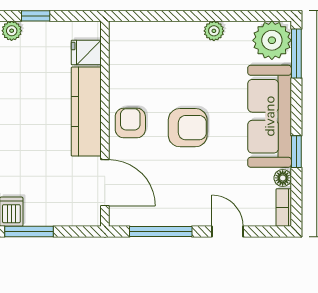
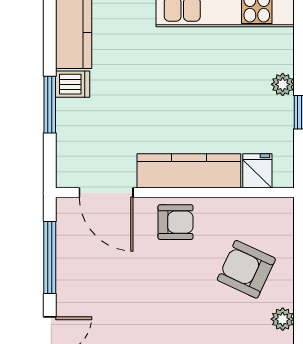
armchair: (188, 128) -> (246, 269), moved, turned 115
door: (105, 183) -> (106, 193), hinge flipped

